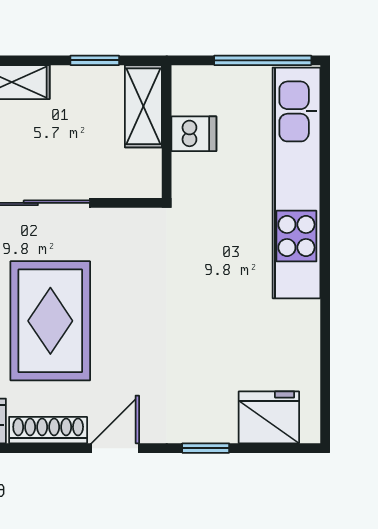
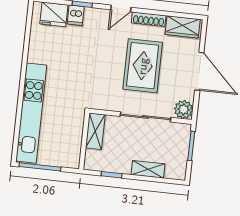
shelving: (143, 106) -> (95, 131), moved
dishwasher: (194, 134) -> (76, 15), moved, turned -90

